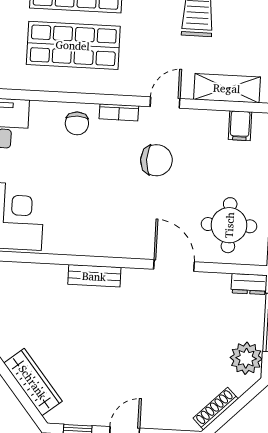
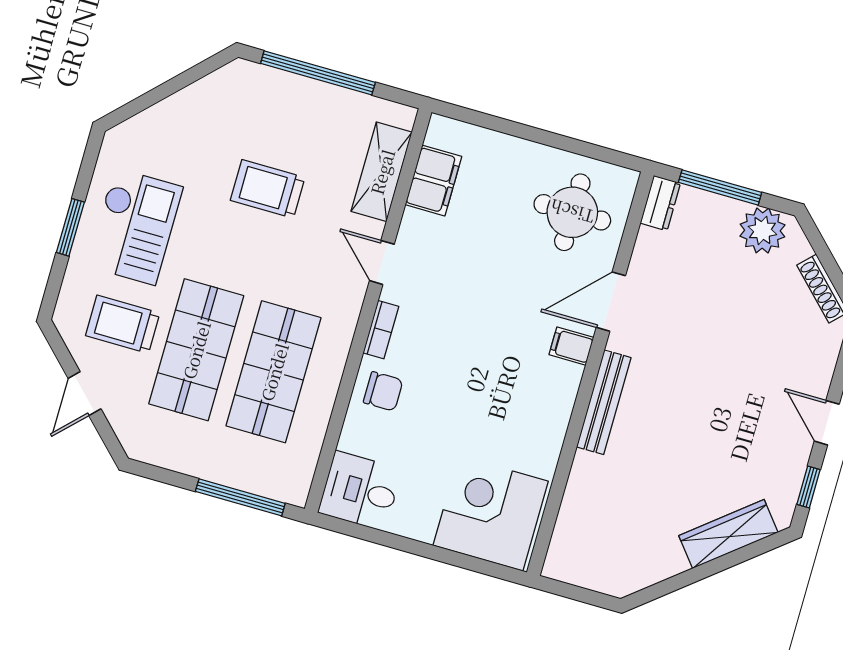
filing cabinet: (240, 126) -> (433, 181), width x2.00
chair: (156, 160) -> (459, 293), removed
filing cabinet: (137, 245) -> (571, 346), added
bench: (94, 276) -> (604, 402), width x1.36

